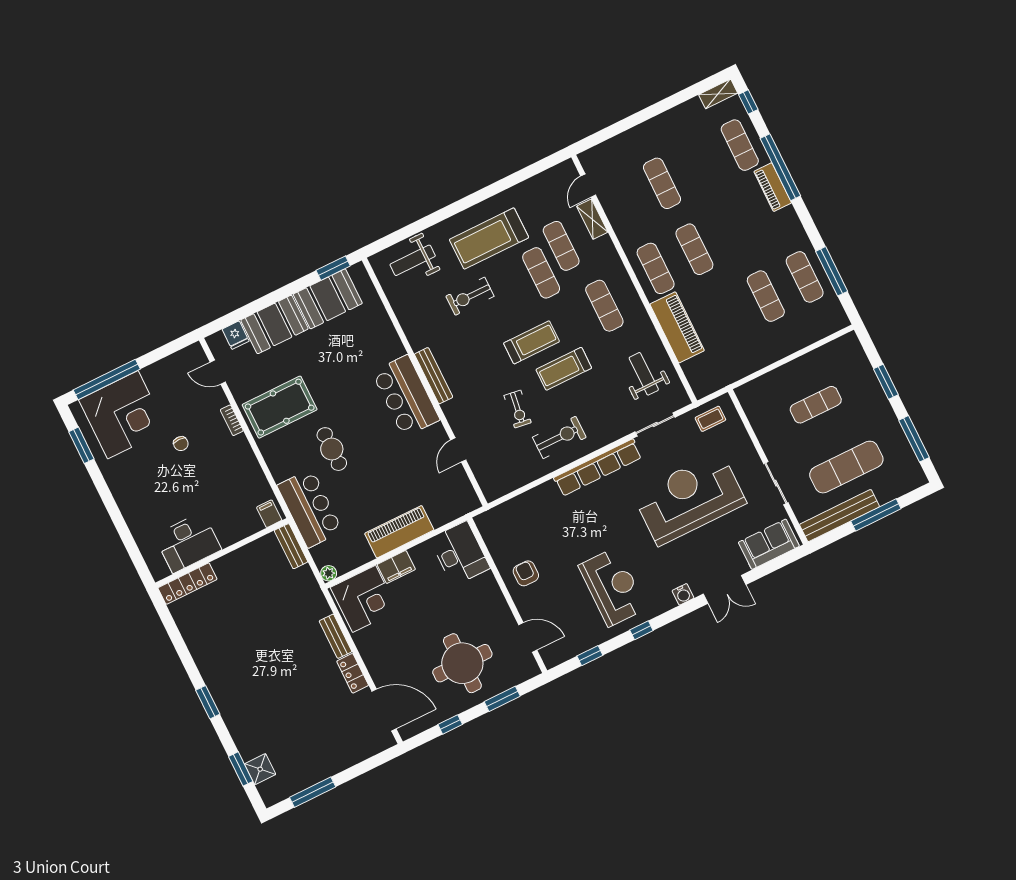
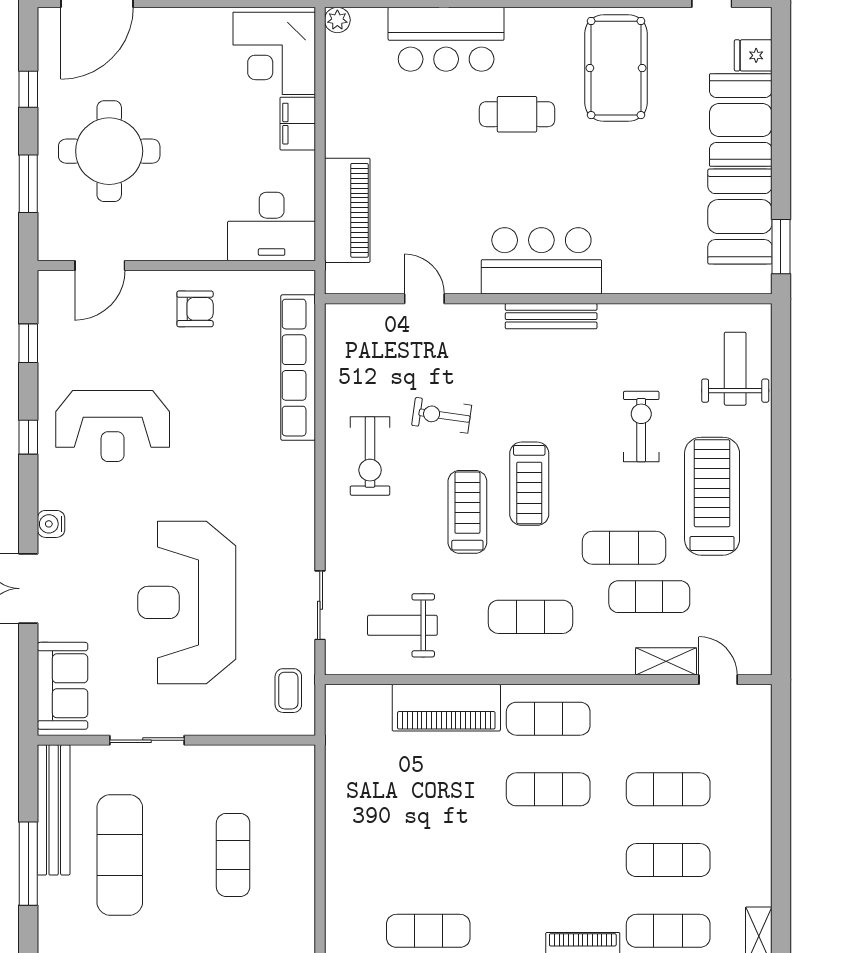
exercise mat: (766, 296) -> (668, 860), moved
weight bench: (644, 374) -> (402, 625), turned 180
row of seats: (598, 468) -> (298, 368), moved
reception desk: (689, 498) -> (187, 602), turned 180
piano: (399, 532) -> (347, 210), moved

